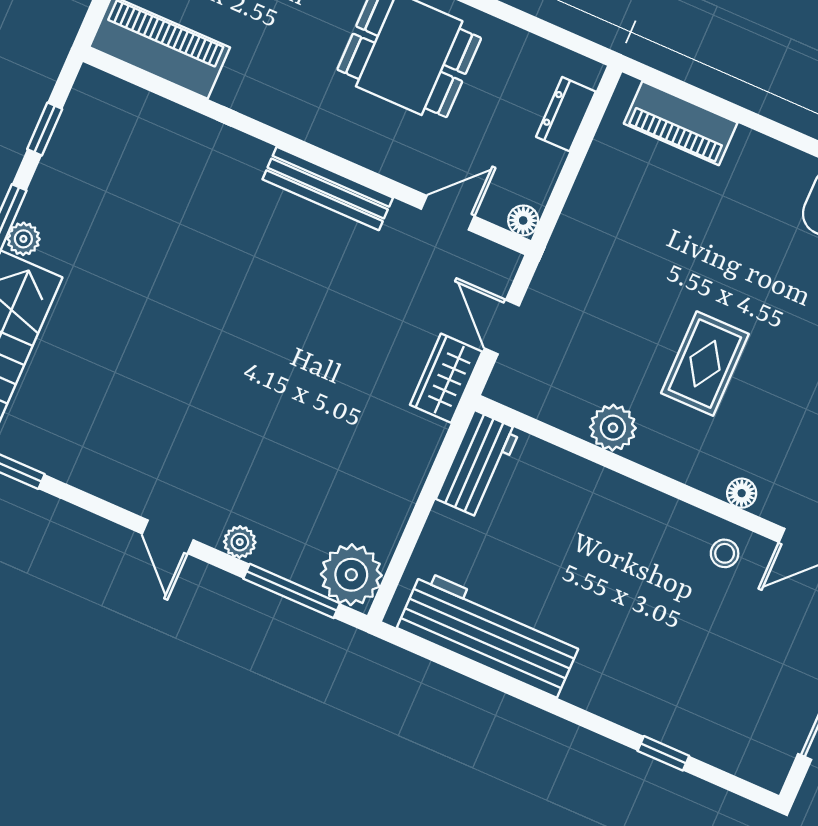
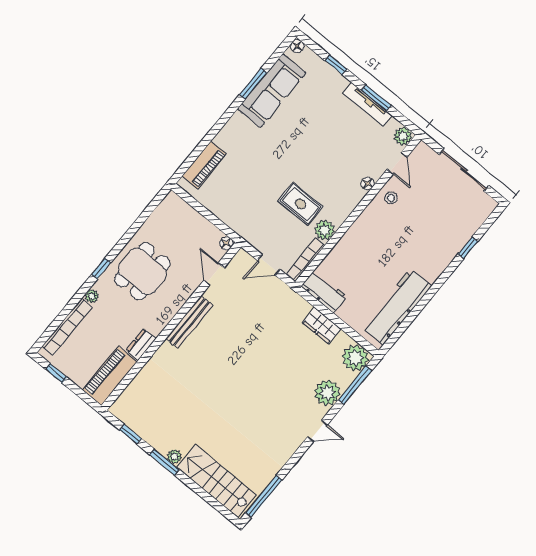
dresser: (566, 114) -> (141, 345), moved, turned 90
rug: (705, 364) -> (300, 204), moved
wardrobe: (446, 378) -> (322, 326), moved
bookcase: (536, 404) -> (306, 260), added
plant: (240, 542) -> (327, 393), width x1.87, depth x1.87

